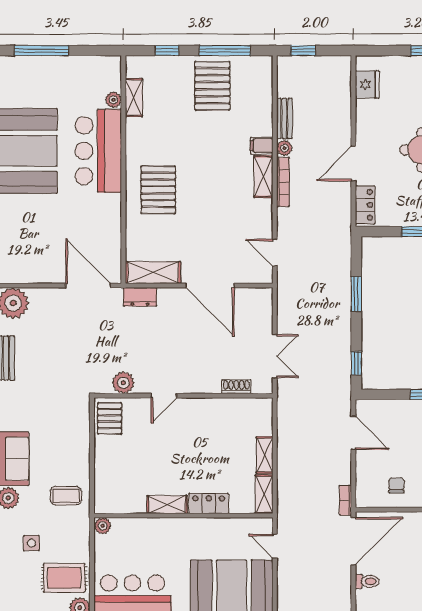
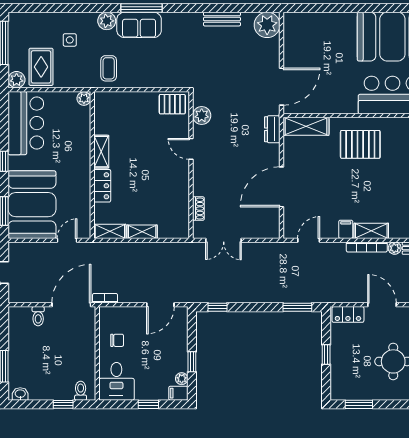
filing cabinet: (262, 146) -> (346, 229), moved
shelving: (153, 272) -> (306, 126), moved, turned 90
window: (356, 294) -> (297, 307), moved
door: (353, 541) -> (71, 305), swing flipped

